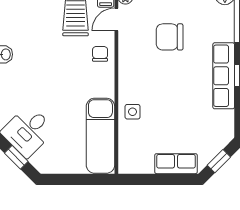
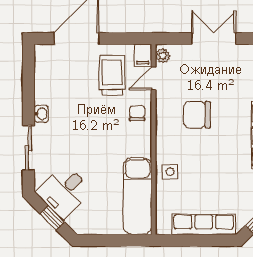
chair: (170, 37) -> (197, 115), moved
row of seats: (176, 164) -> (204, 224), width x1.48

